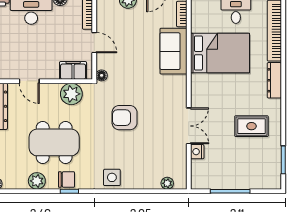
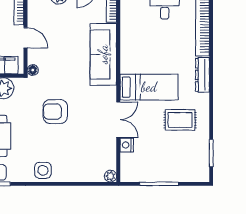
sofa: (173, 51) -> (103, 54), width x1.36
bed: (220, 53) -> (149, 87), moved, width x0.67
plant: (167, 183) -> (111, 176), moved

